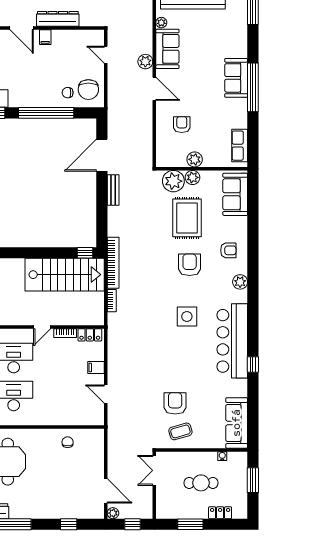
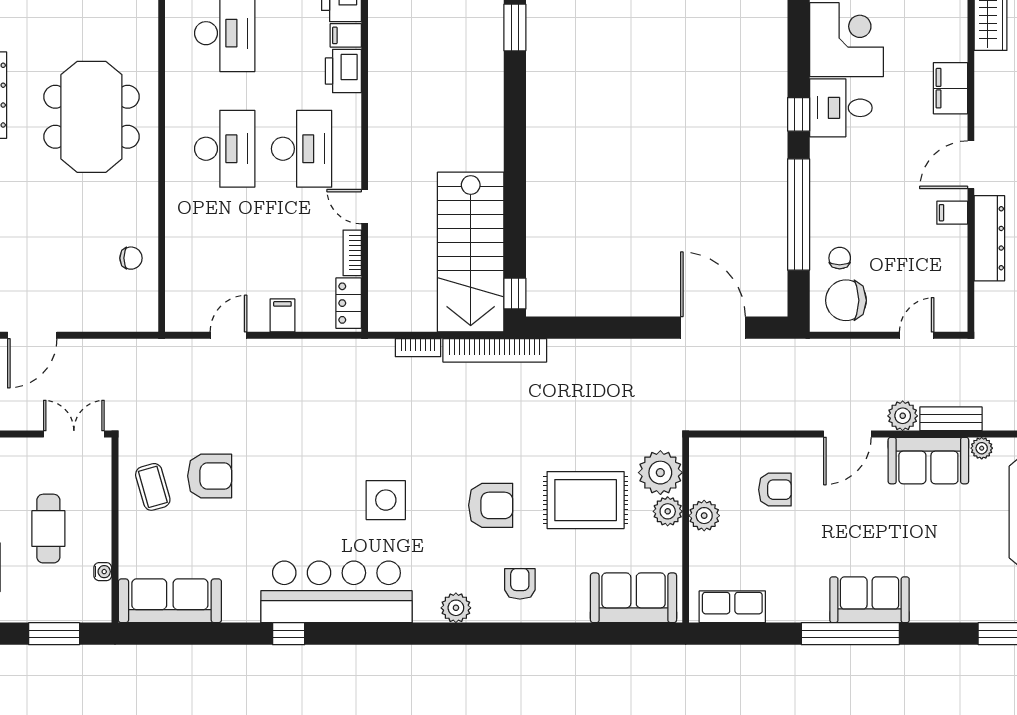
bench: (113, 190) -> (951, 419), moved
armchair: (228, 250) -> (520, 584), turned 180

